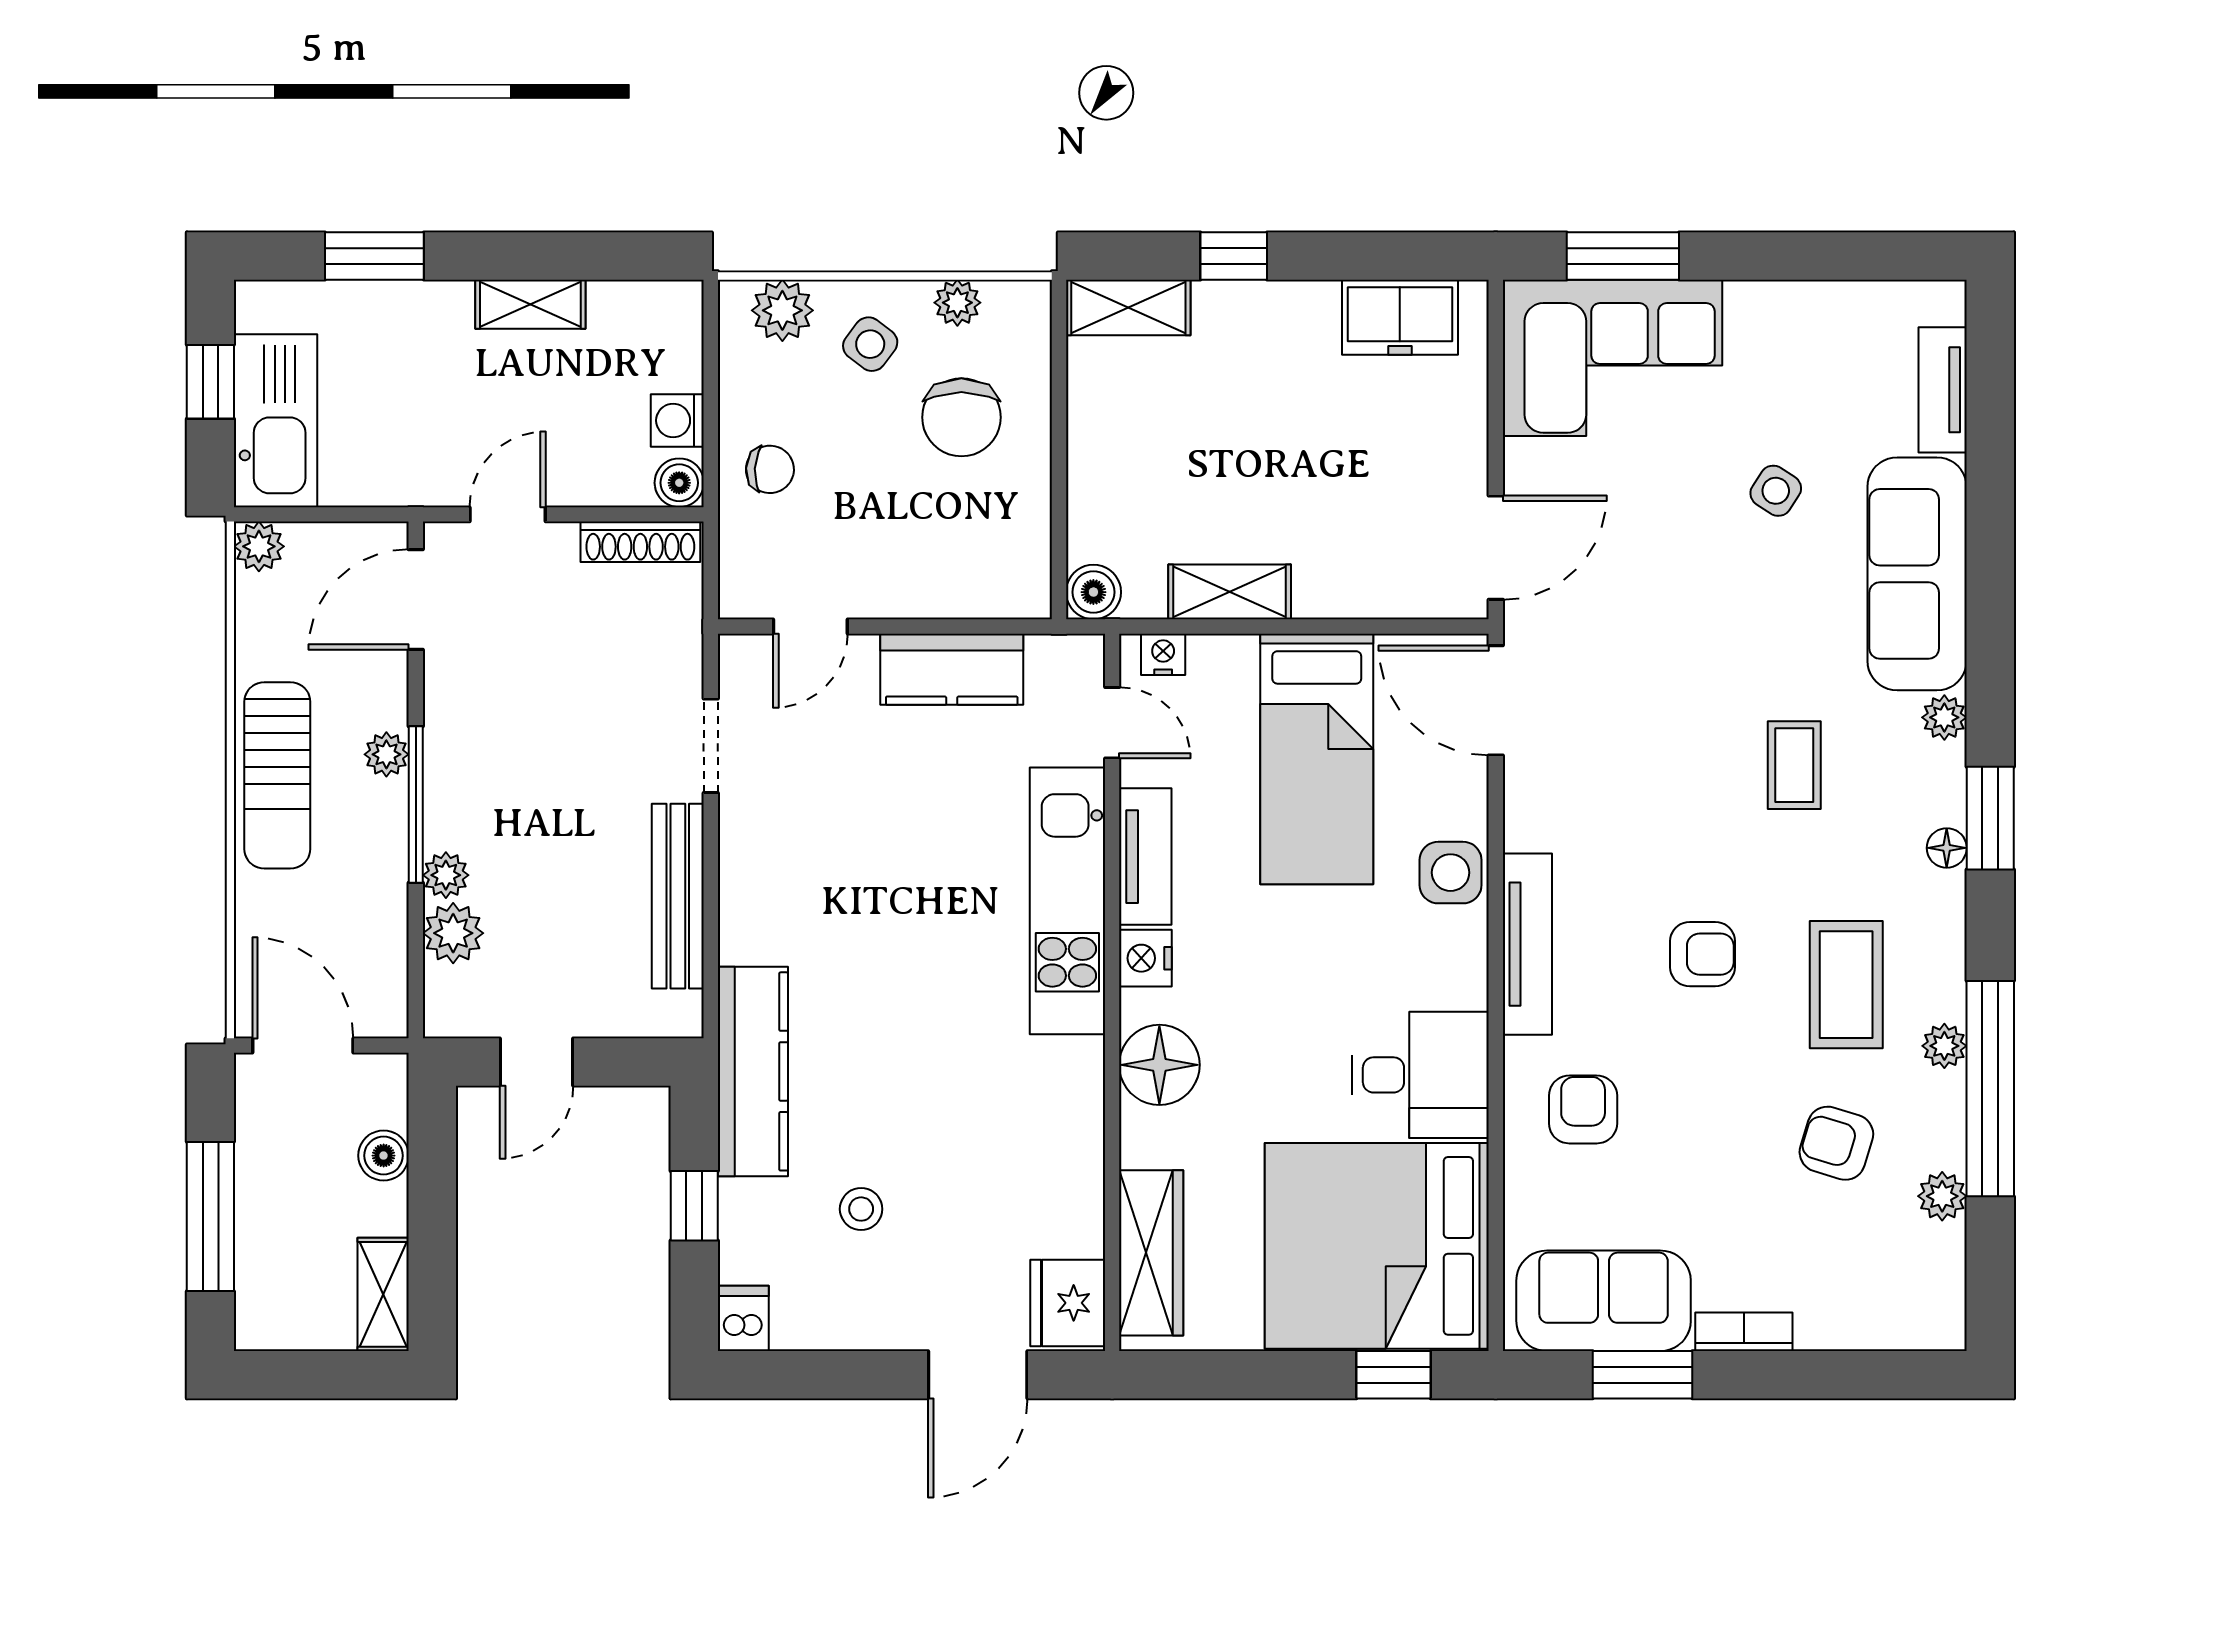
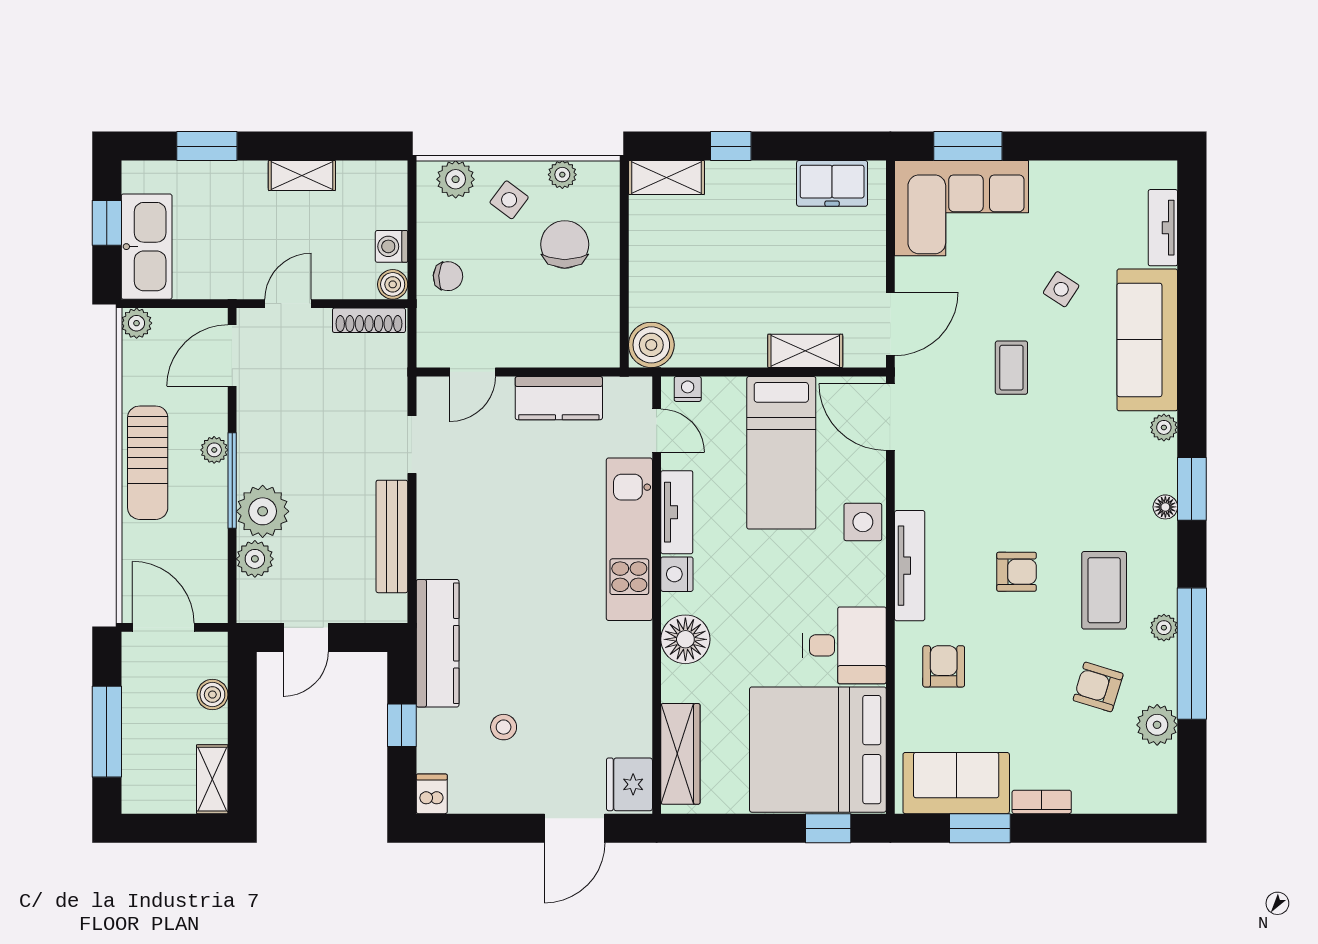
chair: (961, 417) -> (565, 244), turned 180
boiler: (1093, 592) -> (651, 345), width x1.36, depth x1.36
shelving: (1230, 592) -> (805, 351), moved
coffee table: (1794, 765) -> (1011, 368), moved
plant: (446, 875) -> (263, 511), width x1.88, depth x1.88
plant: (1942, 1196) -> (1157, 725), width x1.38, depth x1.38

